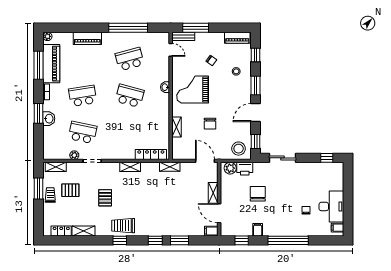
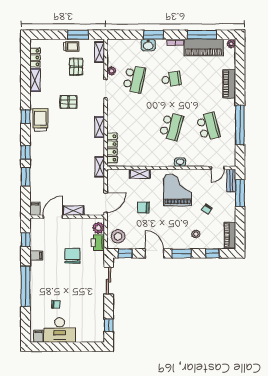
school desk: (83, 96) -> (171, 79), width x0.54
chair: (258, 194) -> (73, 256), turned -90

